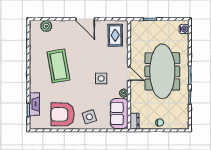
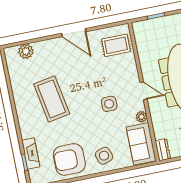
rug: (115, 35) -> (116, 45), turned 90

